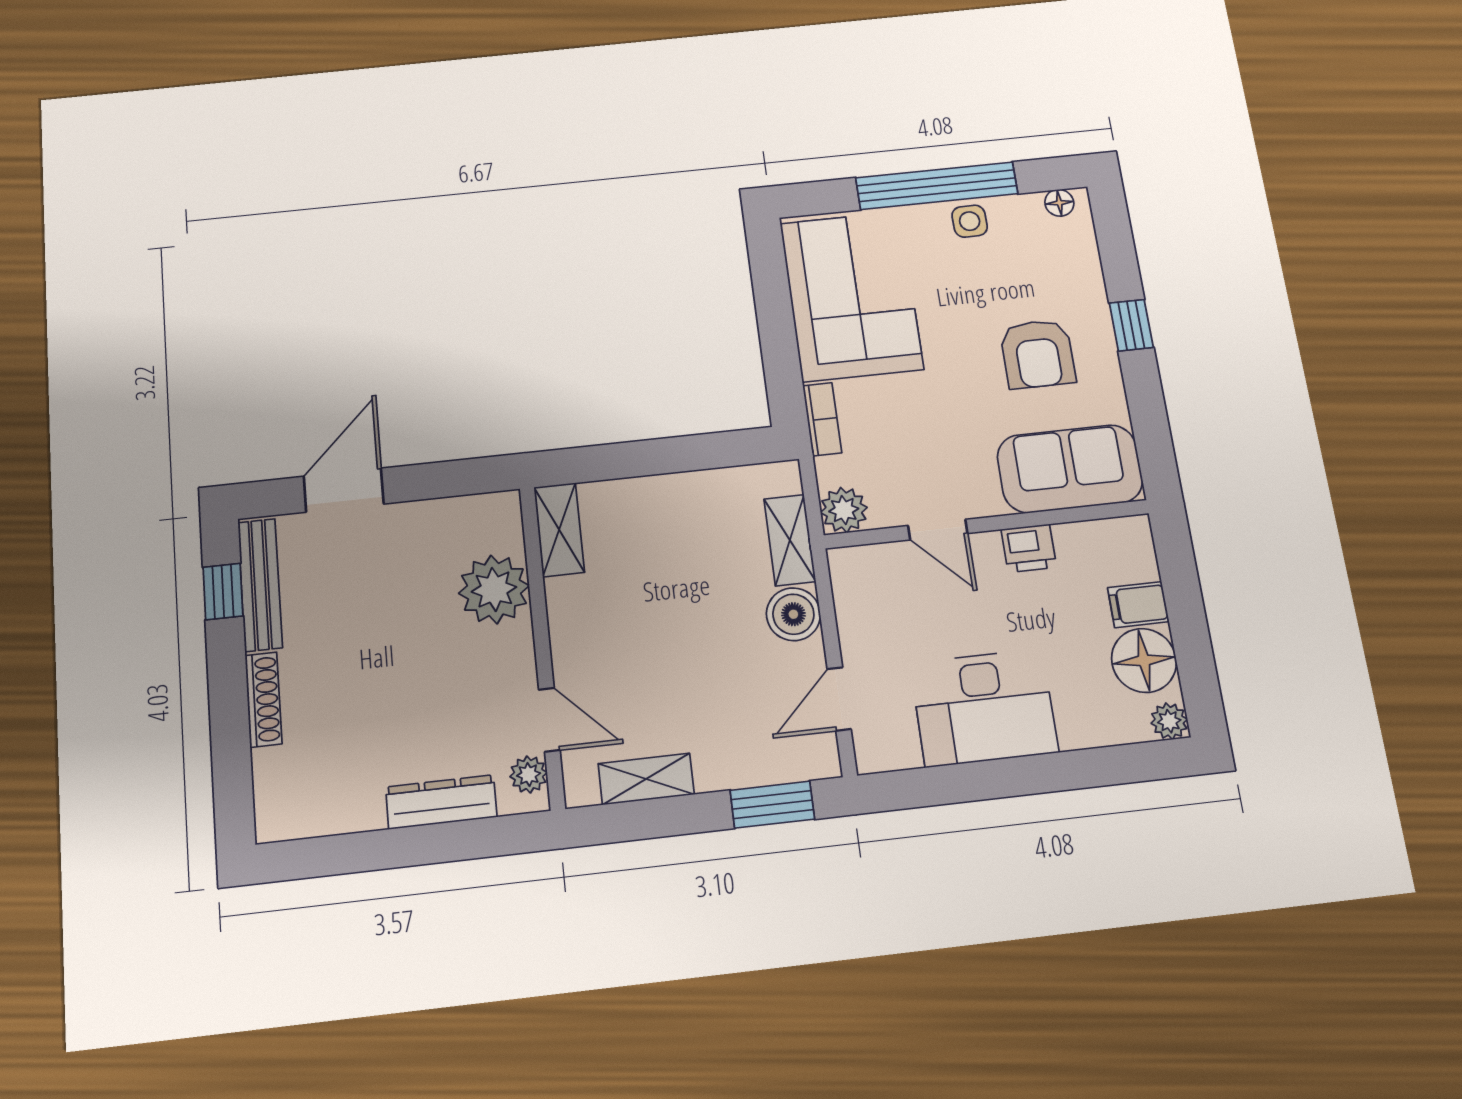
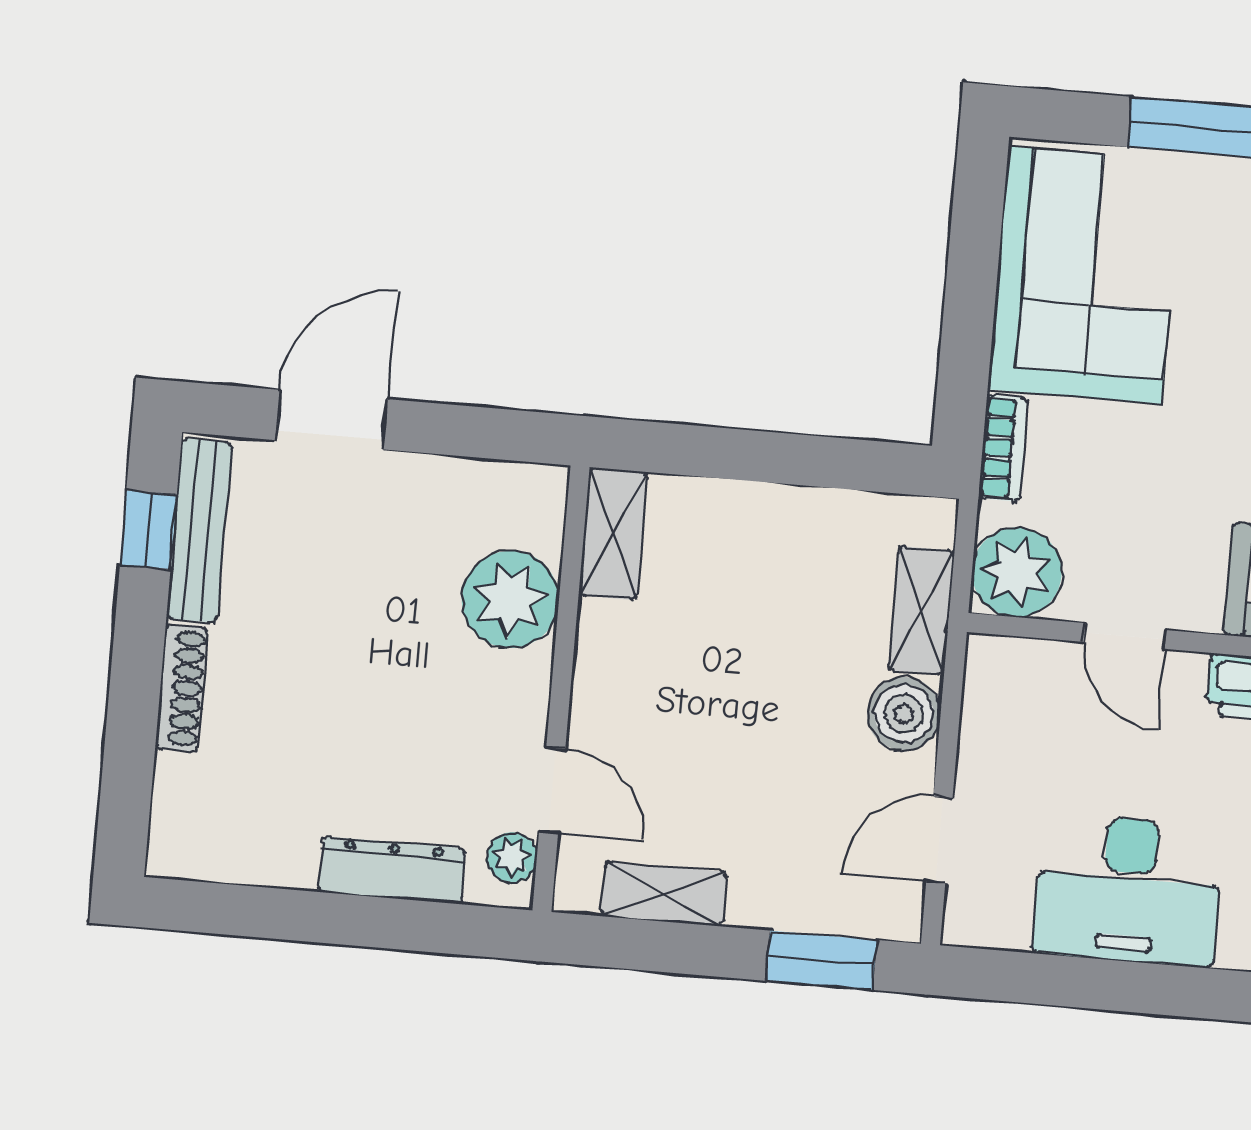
plant: (844, 510) -> (1017, 572), width x1.36, depth x1.36

